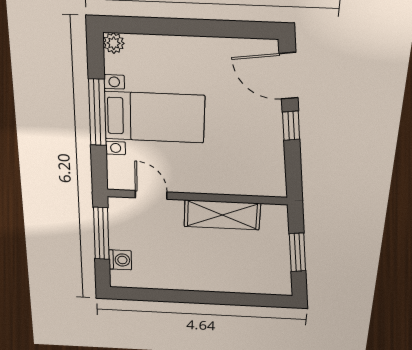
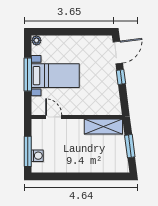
door: (289, 76) -> (118, 53), swing flipped
shelving: (222, 215) -> (103, 126), moved
window: (101, 234) -> (28, 151), moved

